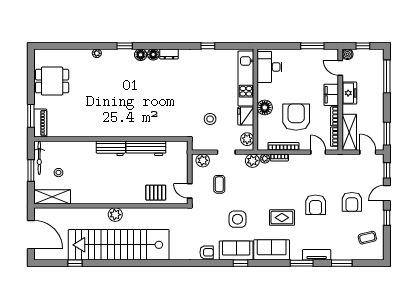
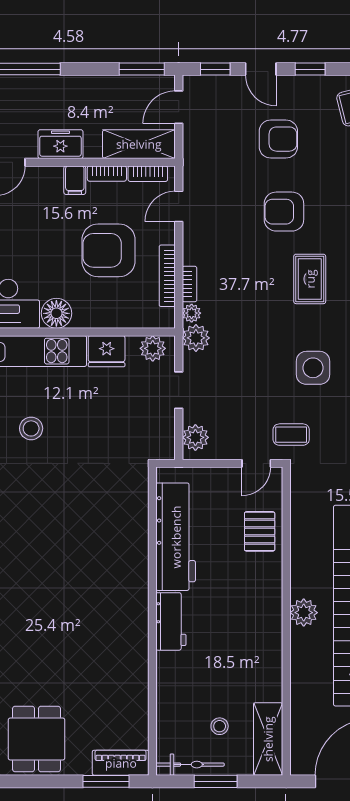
filing cabinet: (331, 95) -> (75, 180), width x0.50
floor lamp: (265, 107) -> (56, 313), moved
stool: (210, 119) -> (31, 428), moved
workbench: (146, 148) -> (176, 537), width x1.36, depth x1.32
coffee table: (219, 184) -> (291, 435), moved
armchair: (316, 205) -> (284, 212), turned 180

